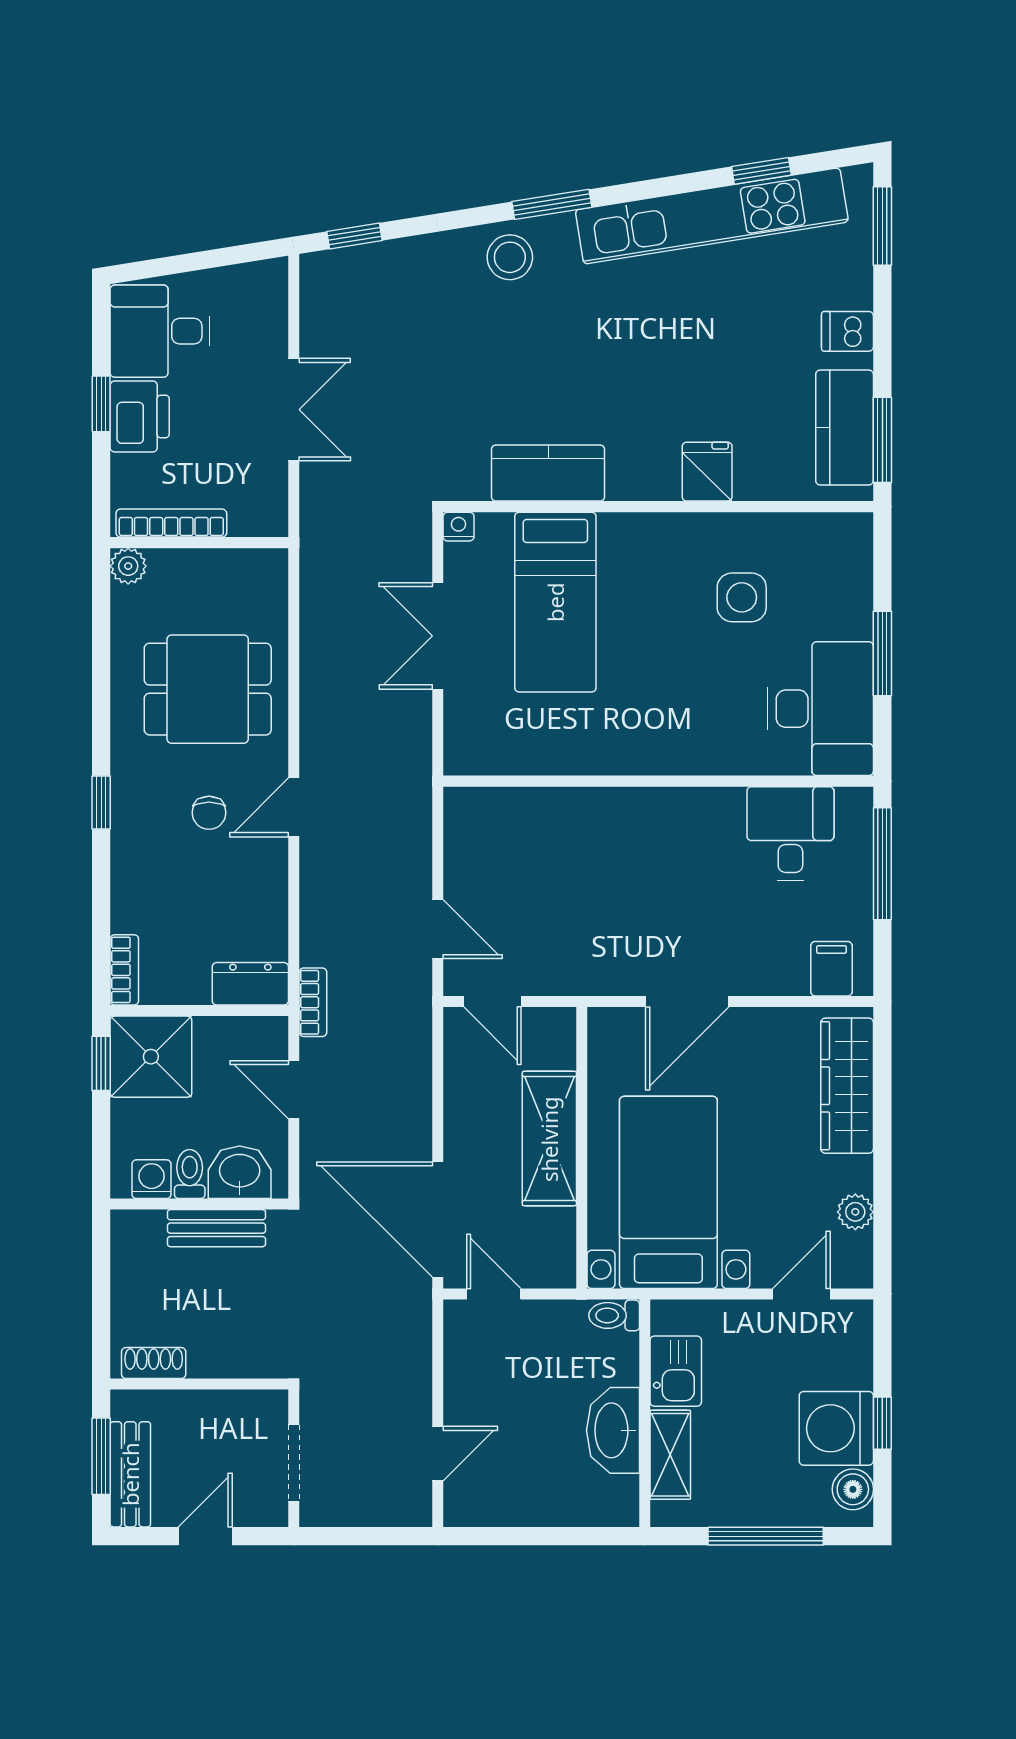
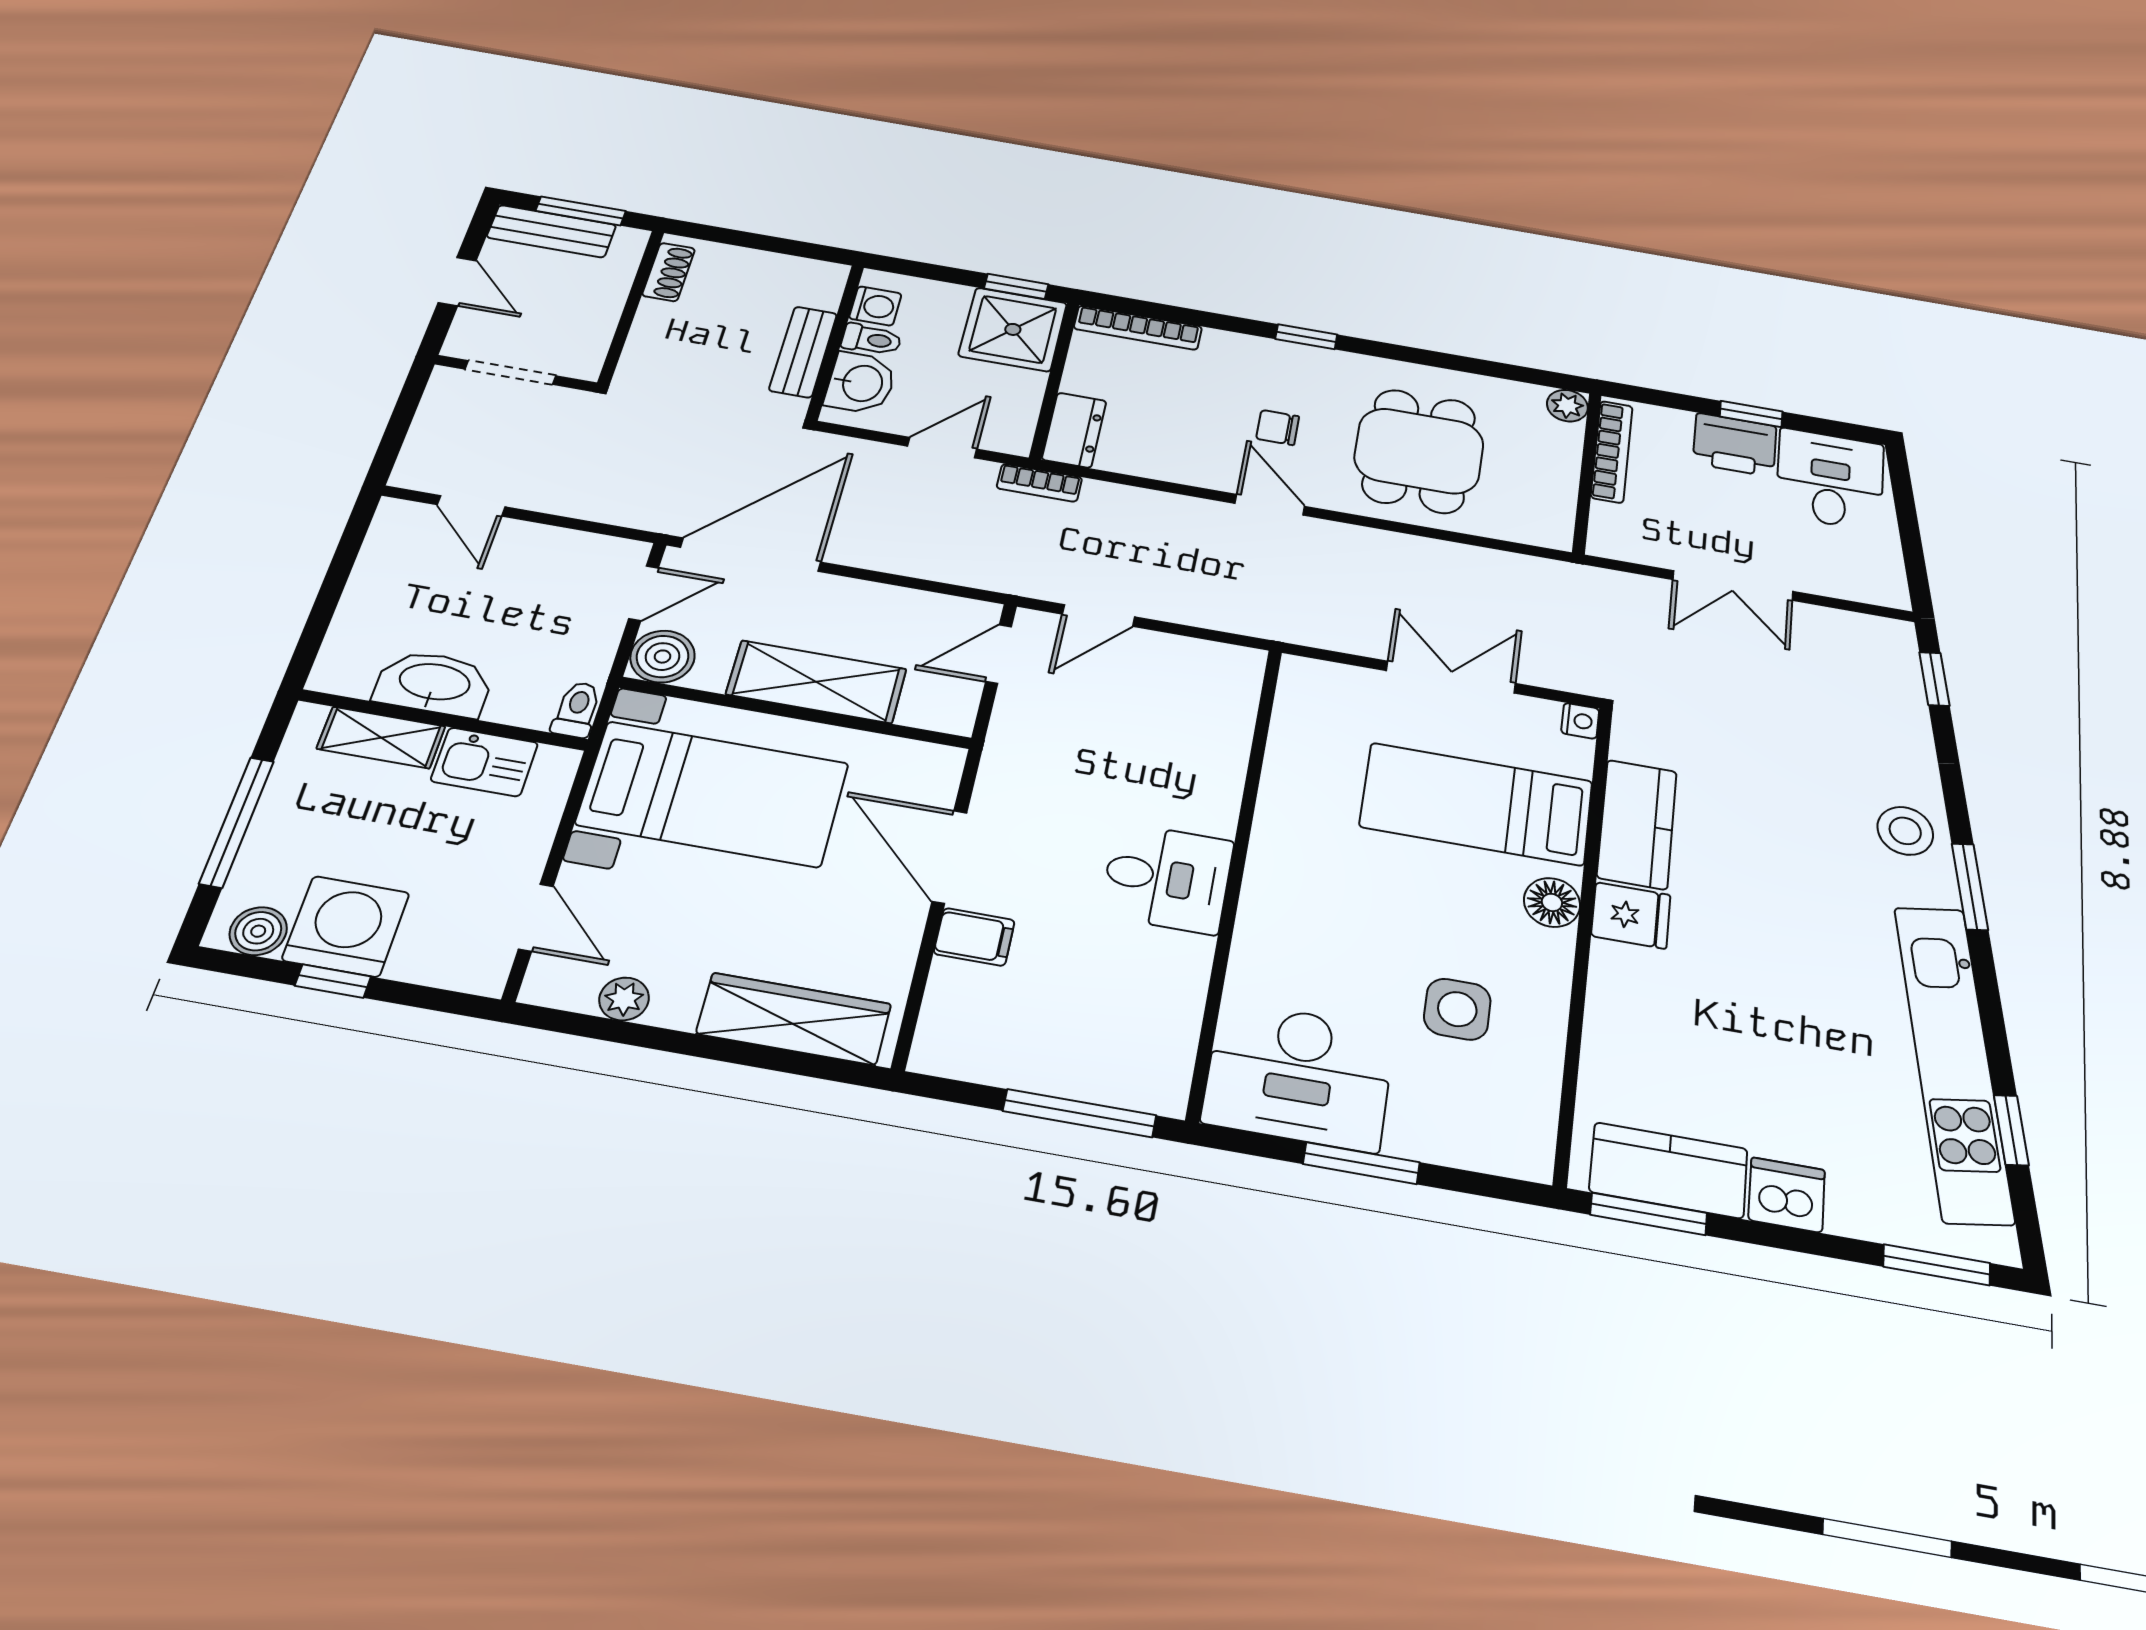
dishwasher: (848, 331) -> (1787, 1195), width x1.38
fridge: (707, 472) -> (1631, 915), moved
floor lamp: (634, 534) -> (1552, 902), added
desk: (790, 833) -> (1167, 878), moved
filing cabinet: (831, 969) -> (974, 937), moved
bookcase: (124, 970) -> (1138, 328), width x1.56
boiler: (551, 1263) -> (662, 657), added

